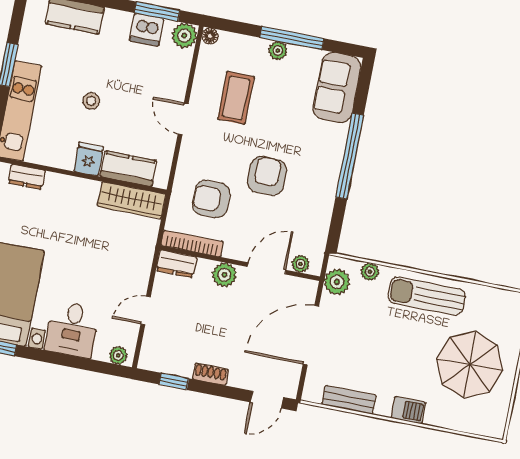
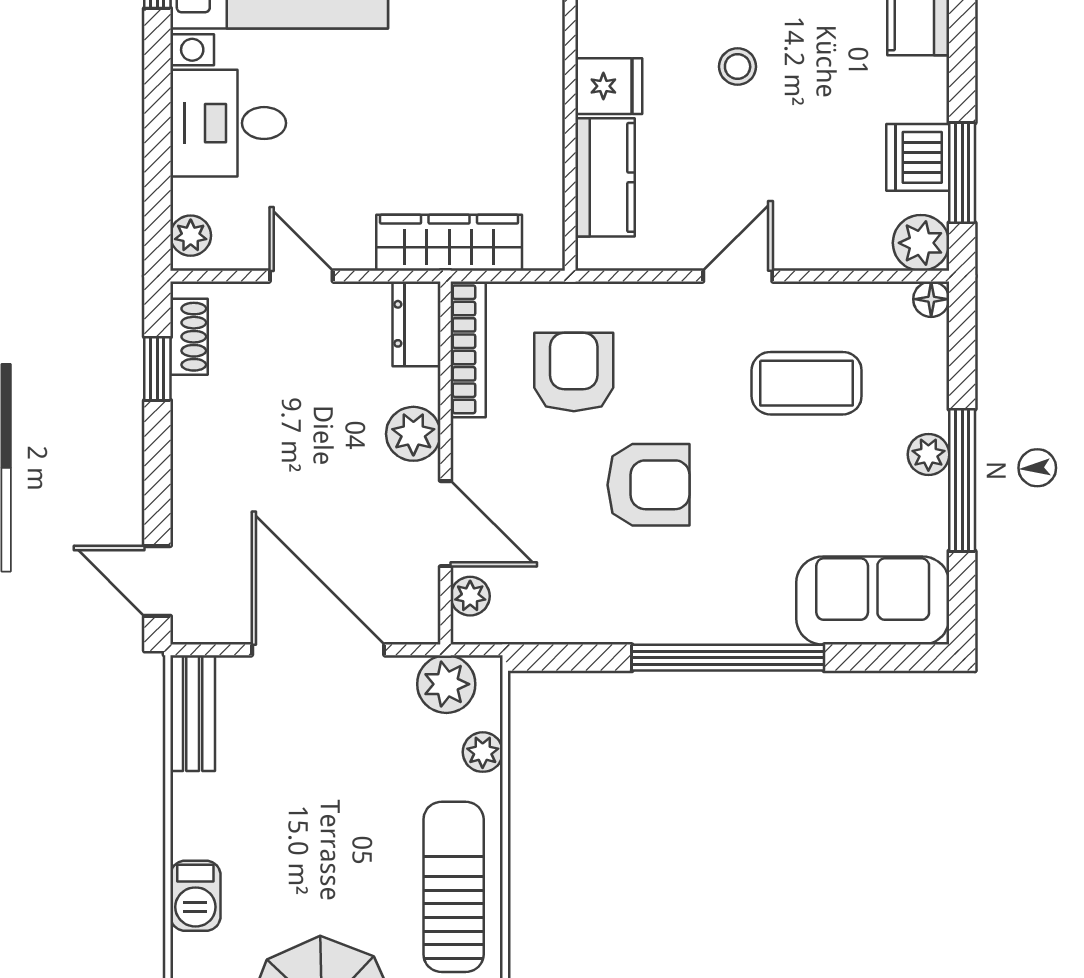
wardrobe: (132, 200) -> (449, 243), moved, turned 90
shoe rack: (210, 374) -> (189, 337), moved
bench: (349, 400) -> (193, 713), moved

